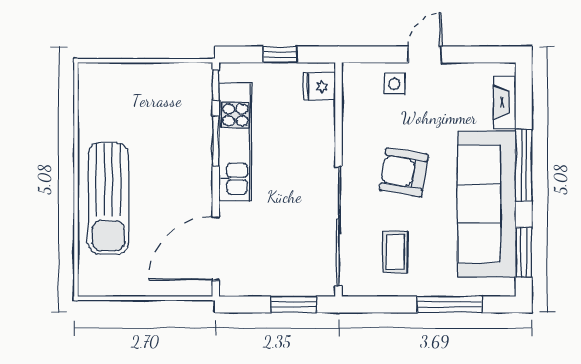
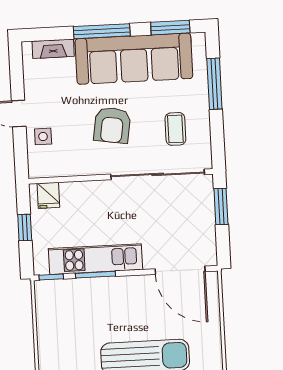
coffee table: (395, 252) -> (175, 129), turned 90

